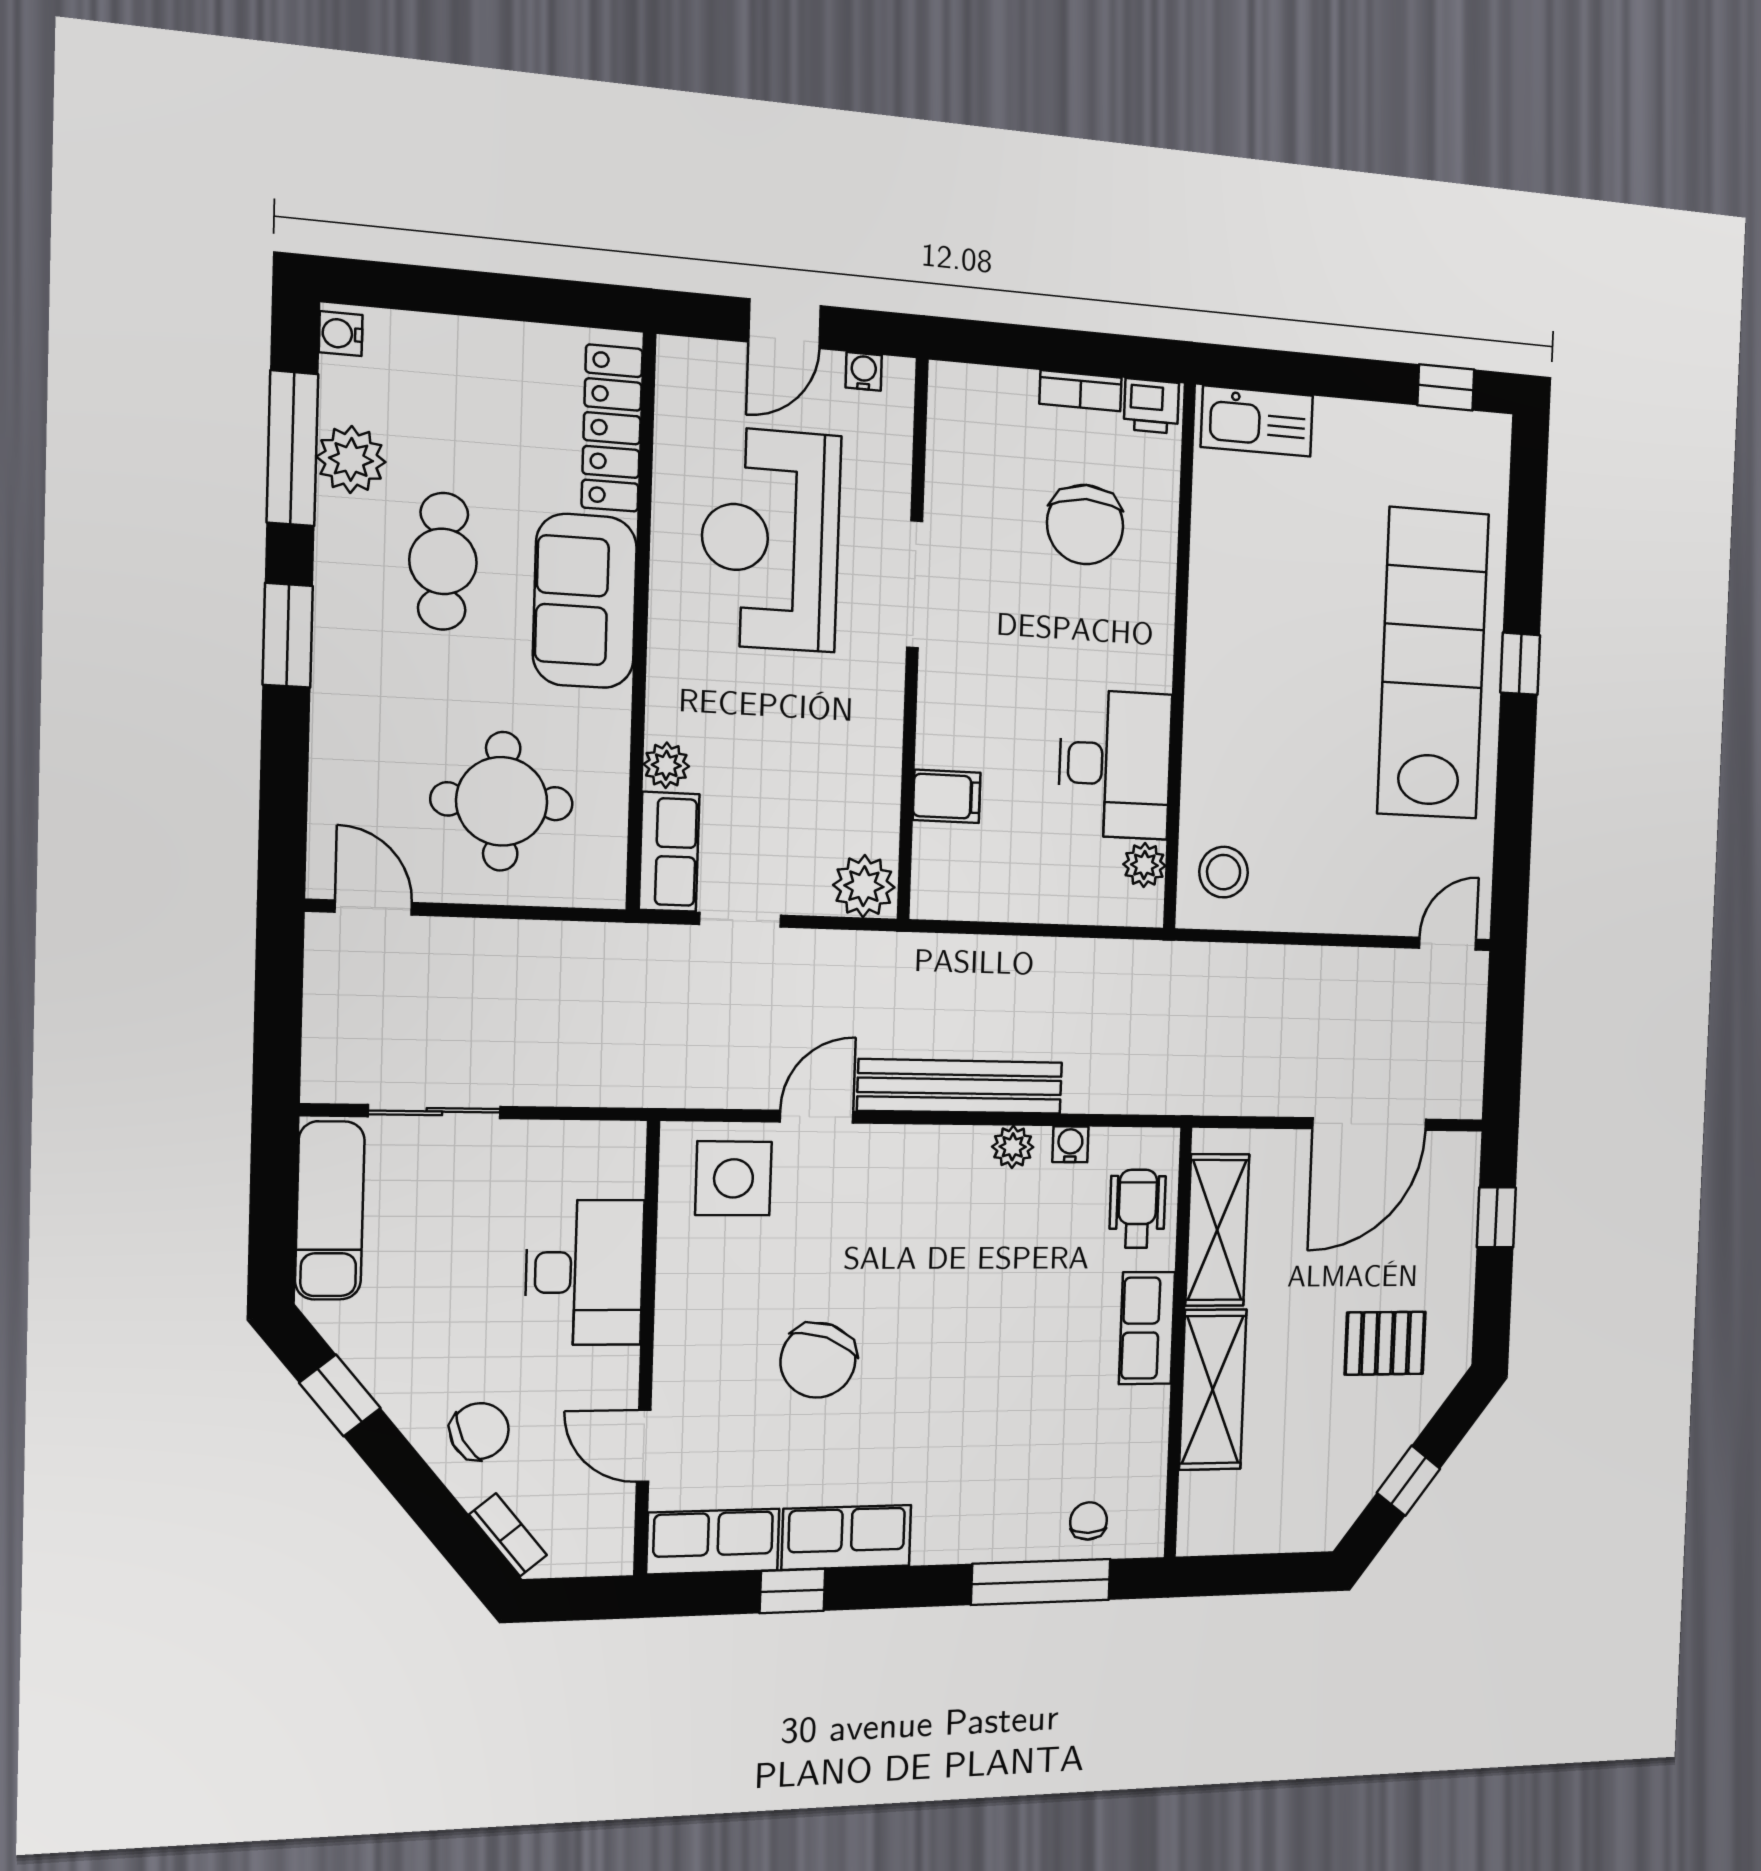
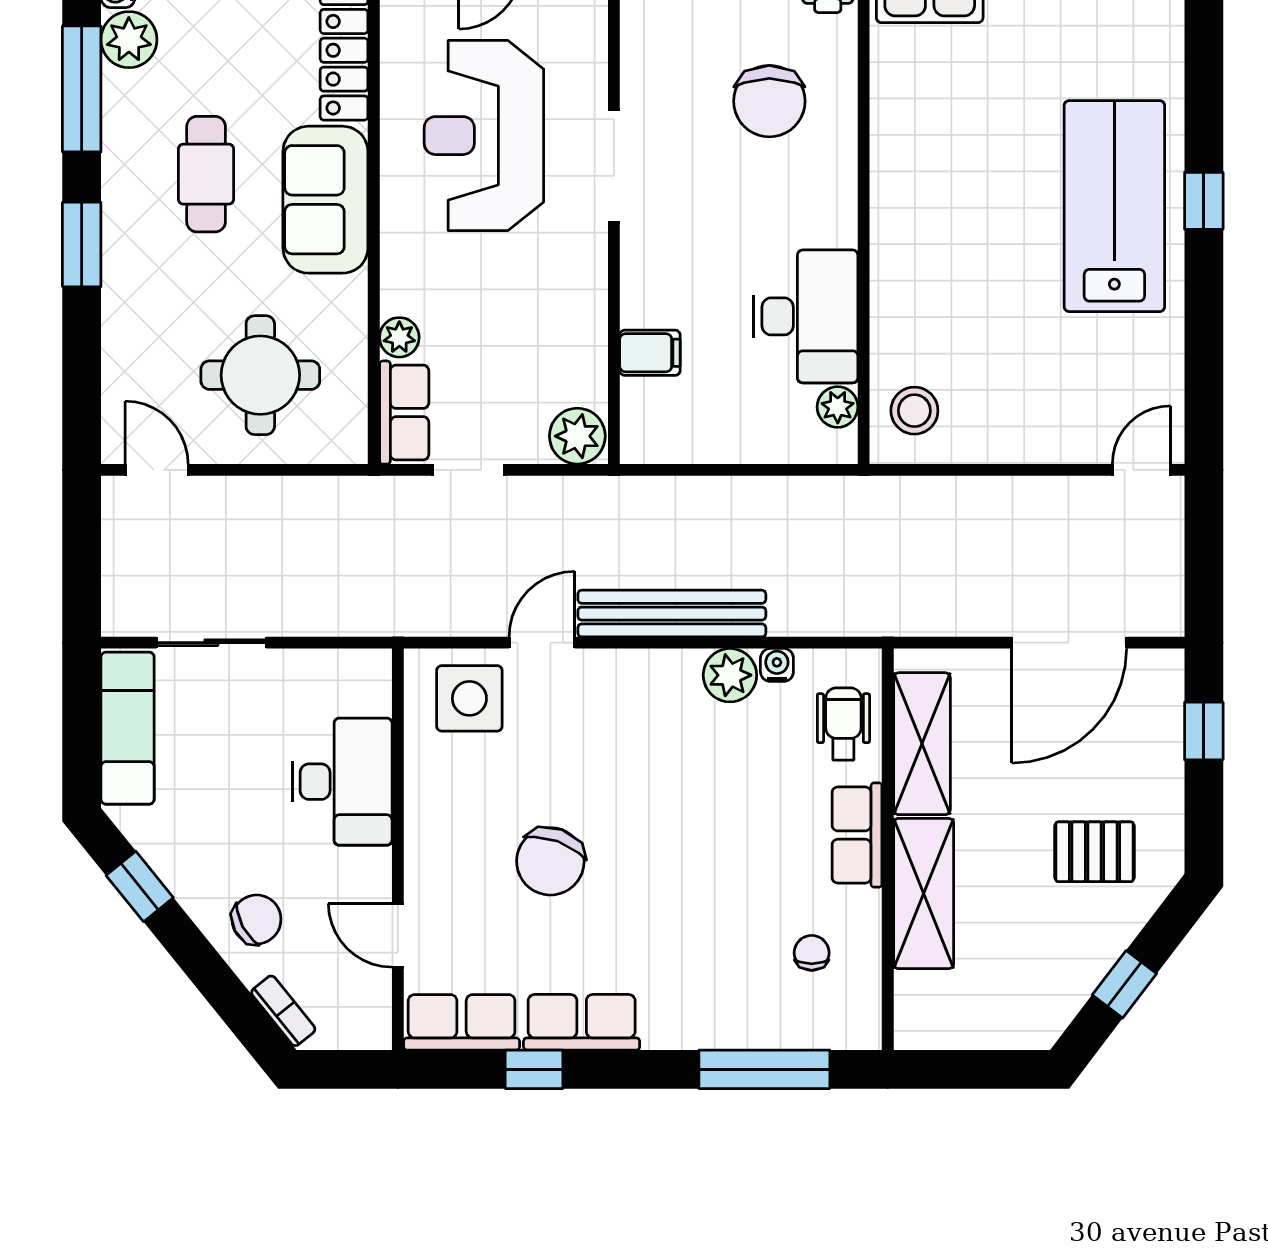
plant: (351, 459) -> (129, 40), moved
lab bench: (1433, 664) -> (1114, 206), width x0.73
plant: (1013, 1147) -> (730, 675), width x1.38, depth x1.38
chair: (1088, 1521) -> (812, 953), moved

